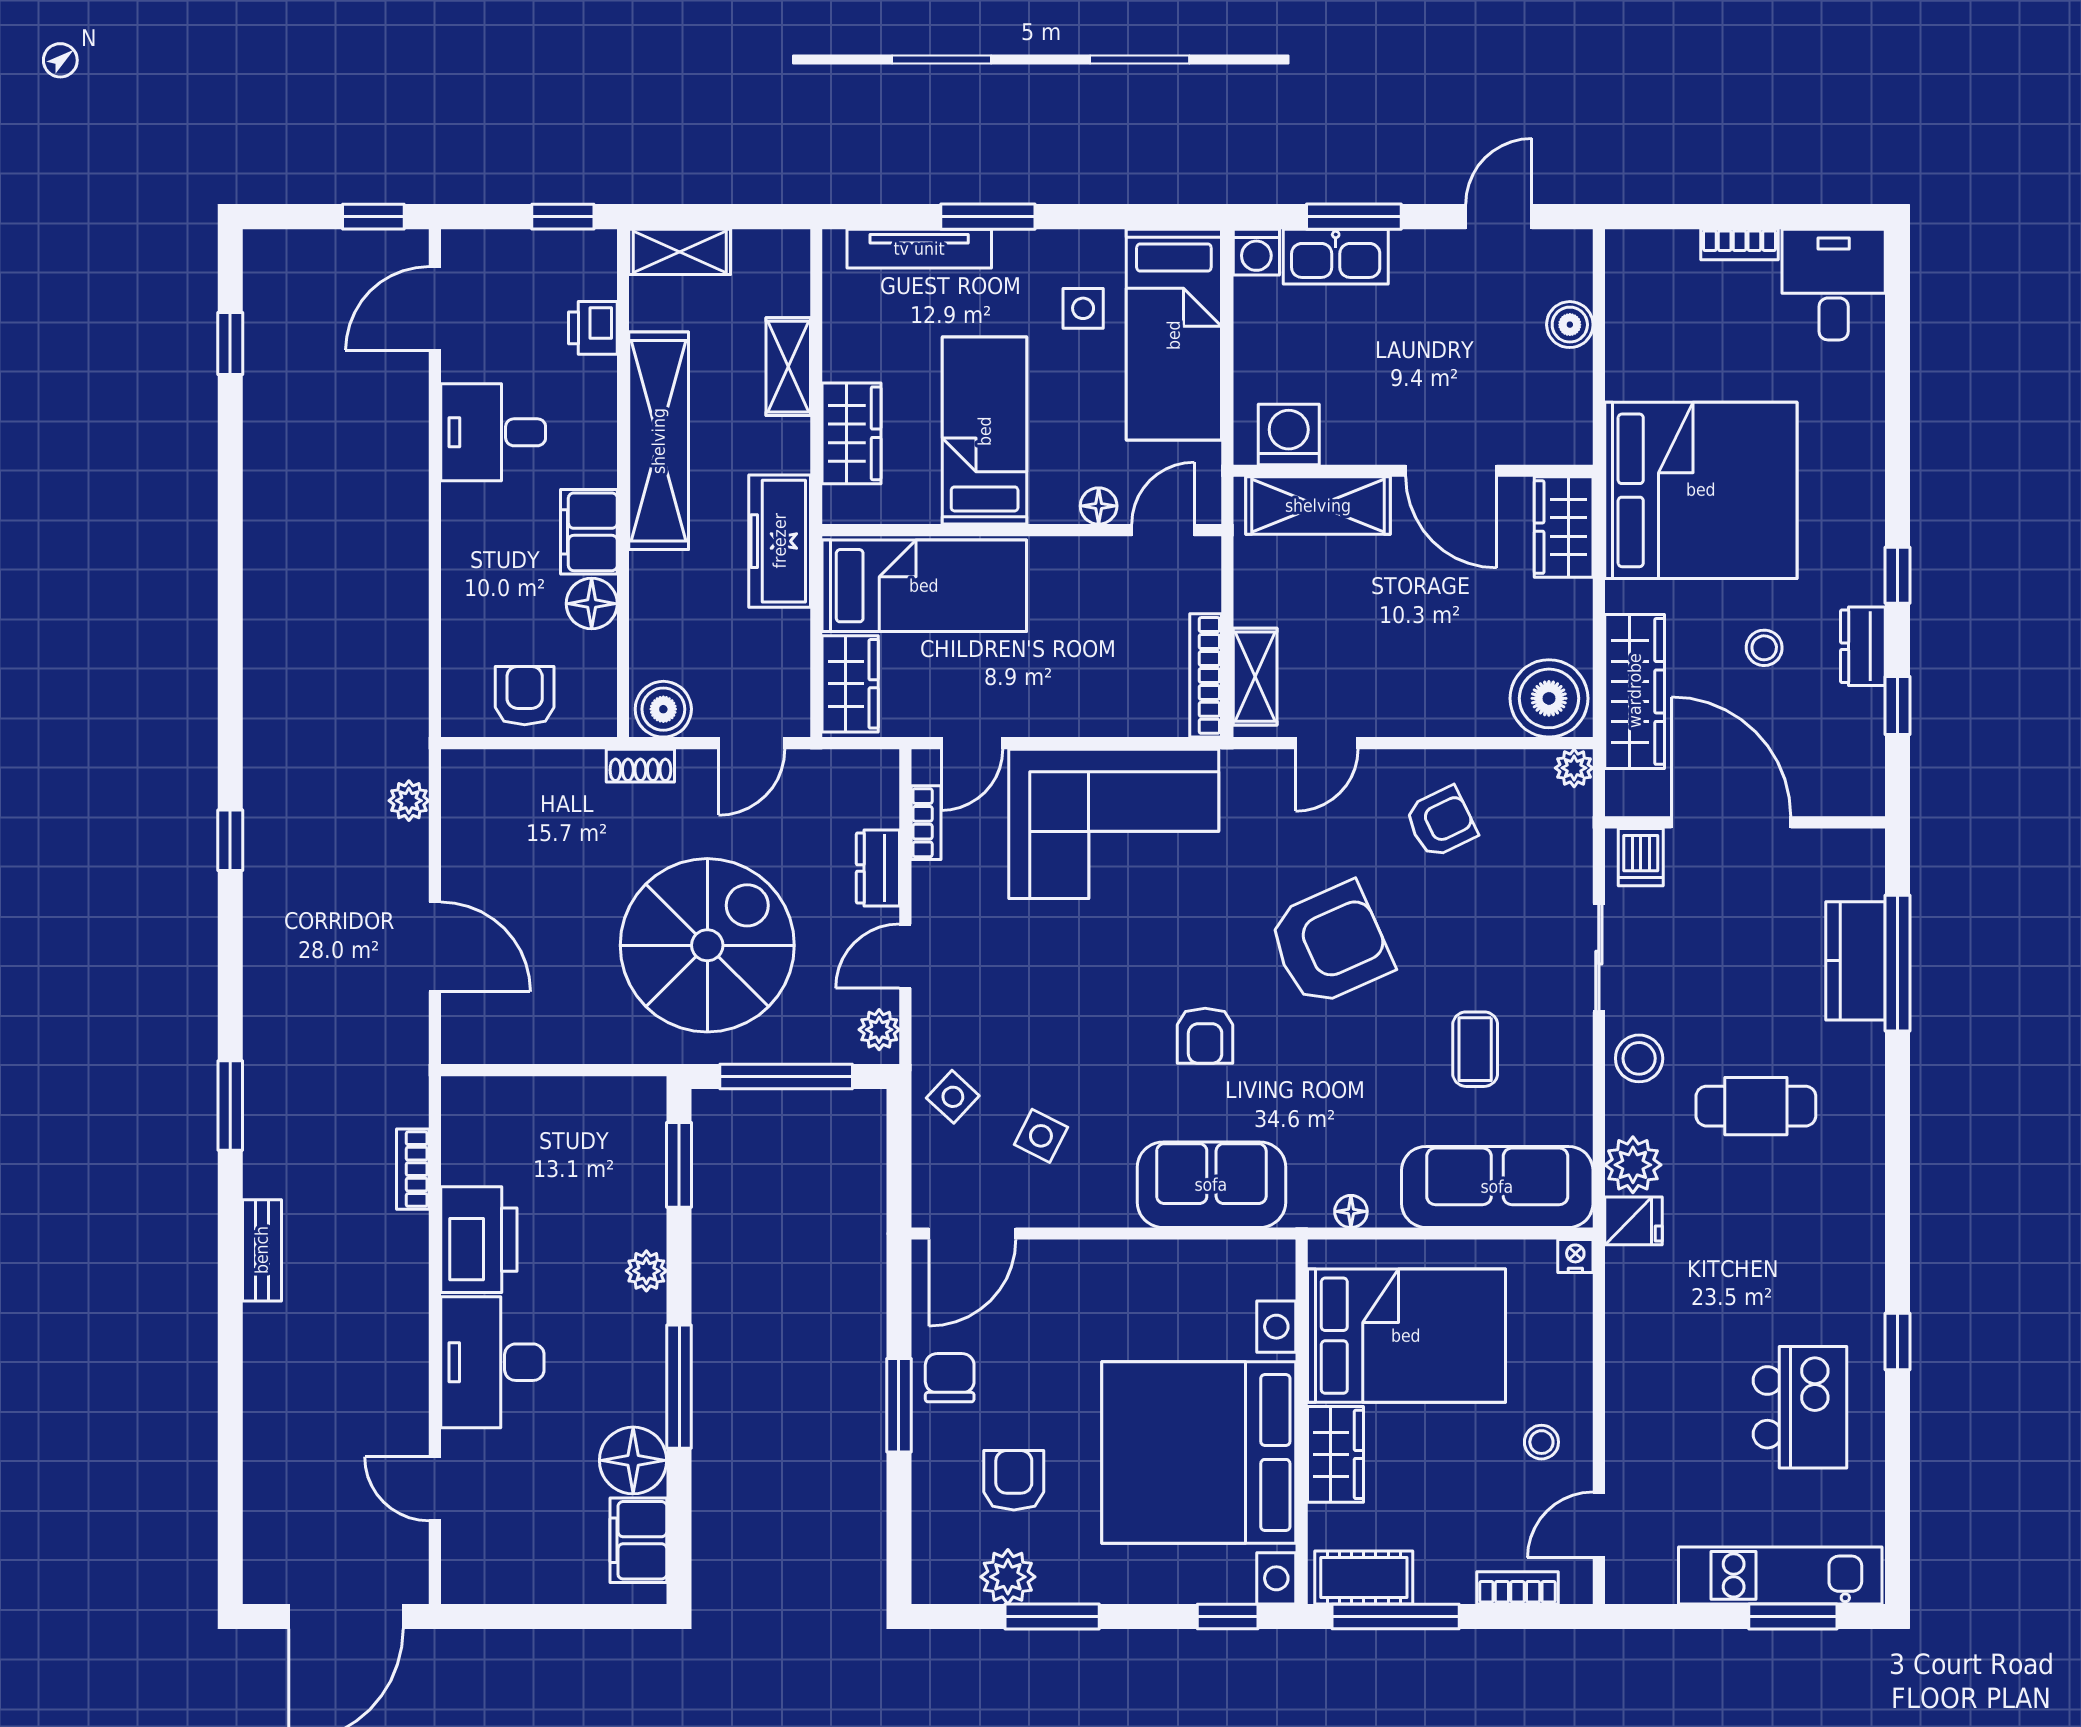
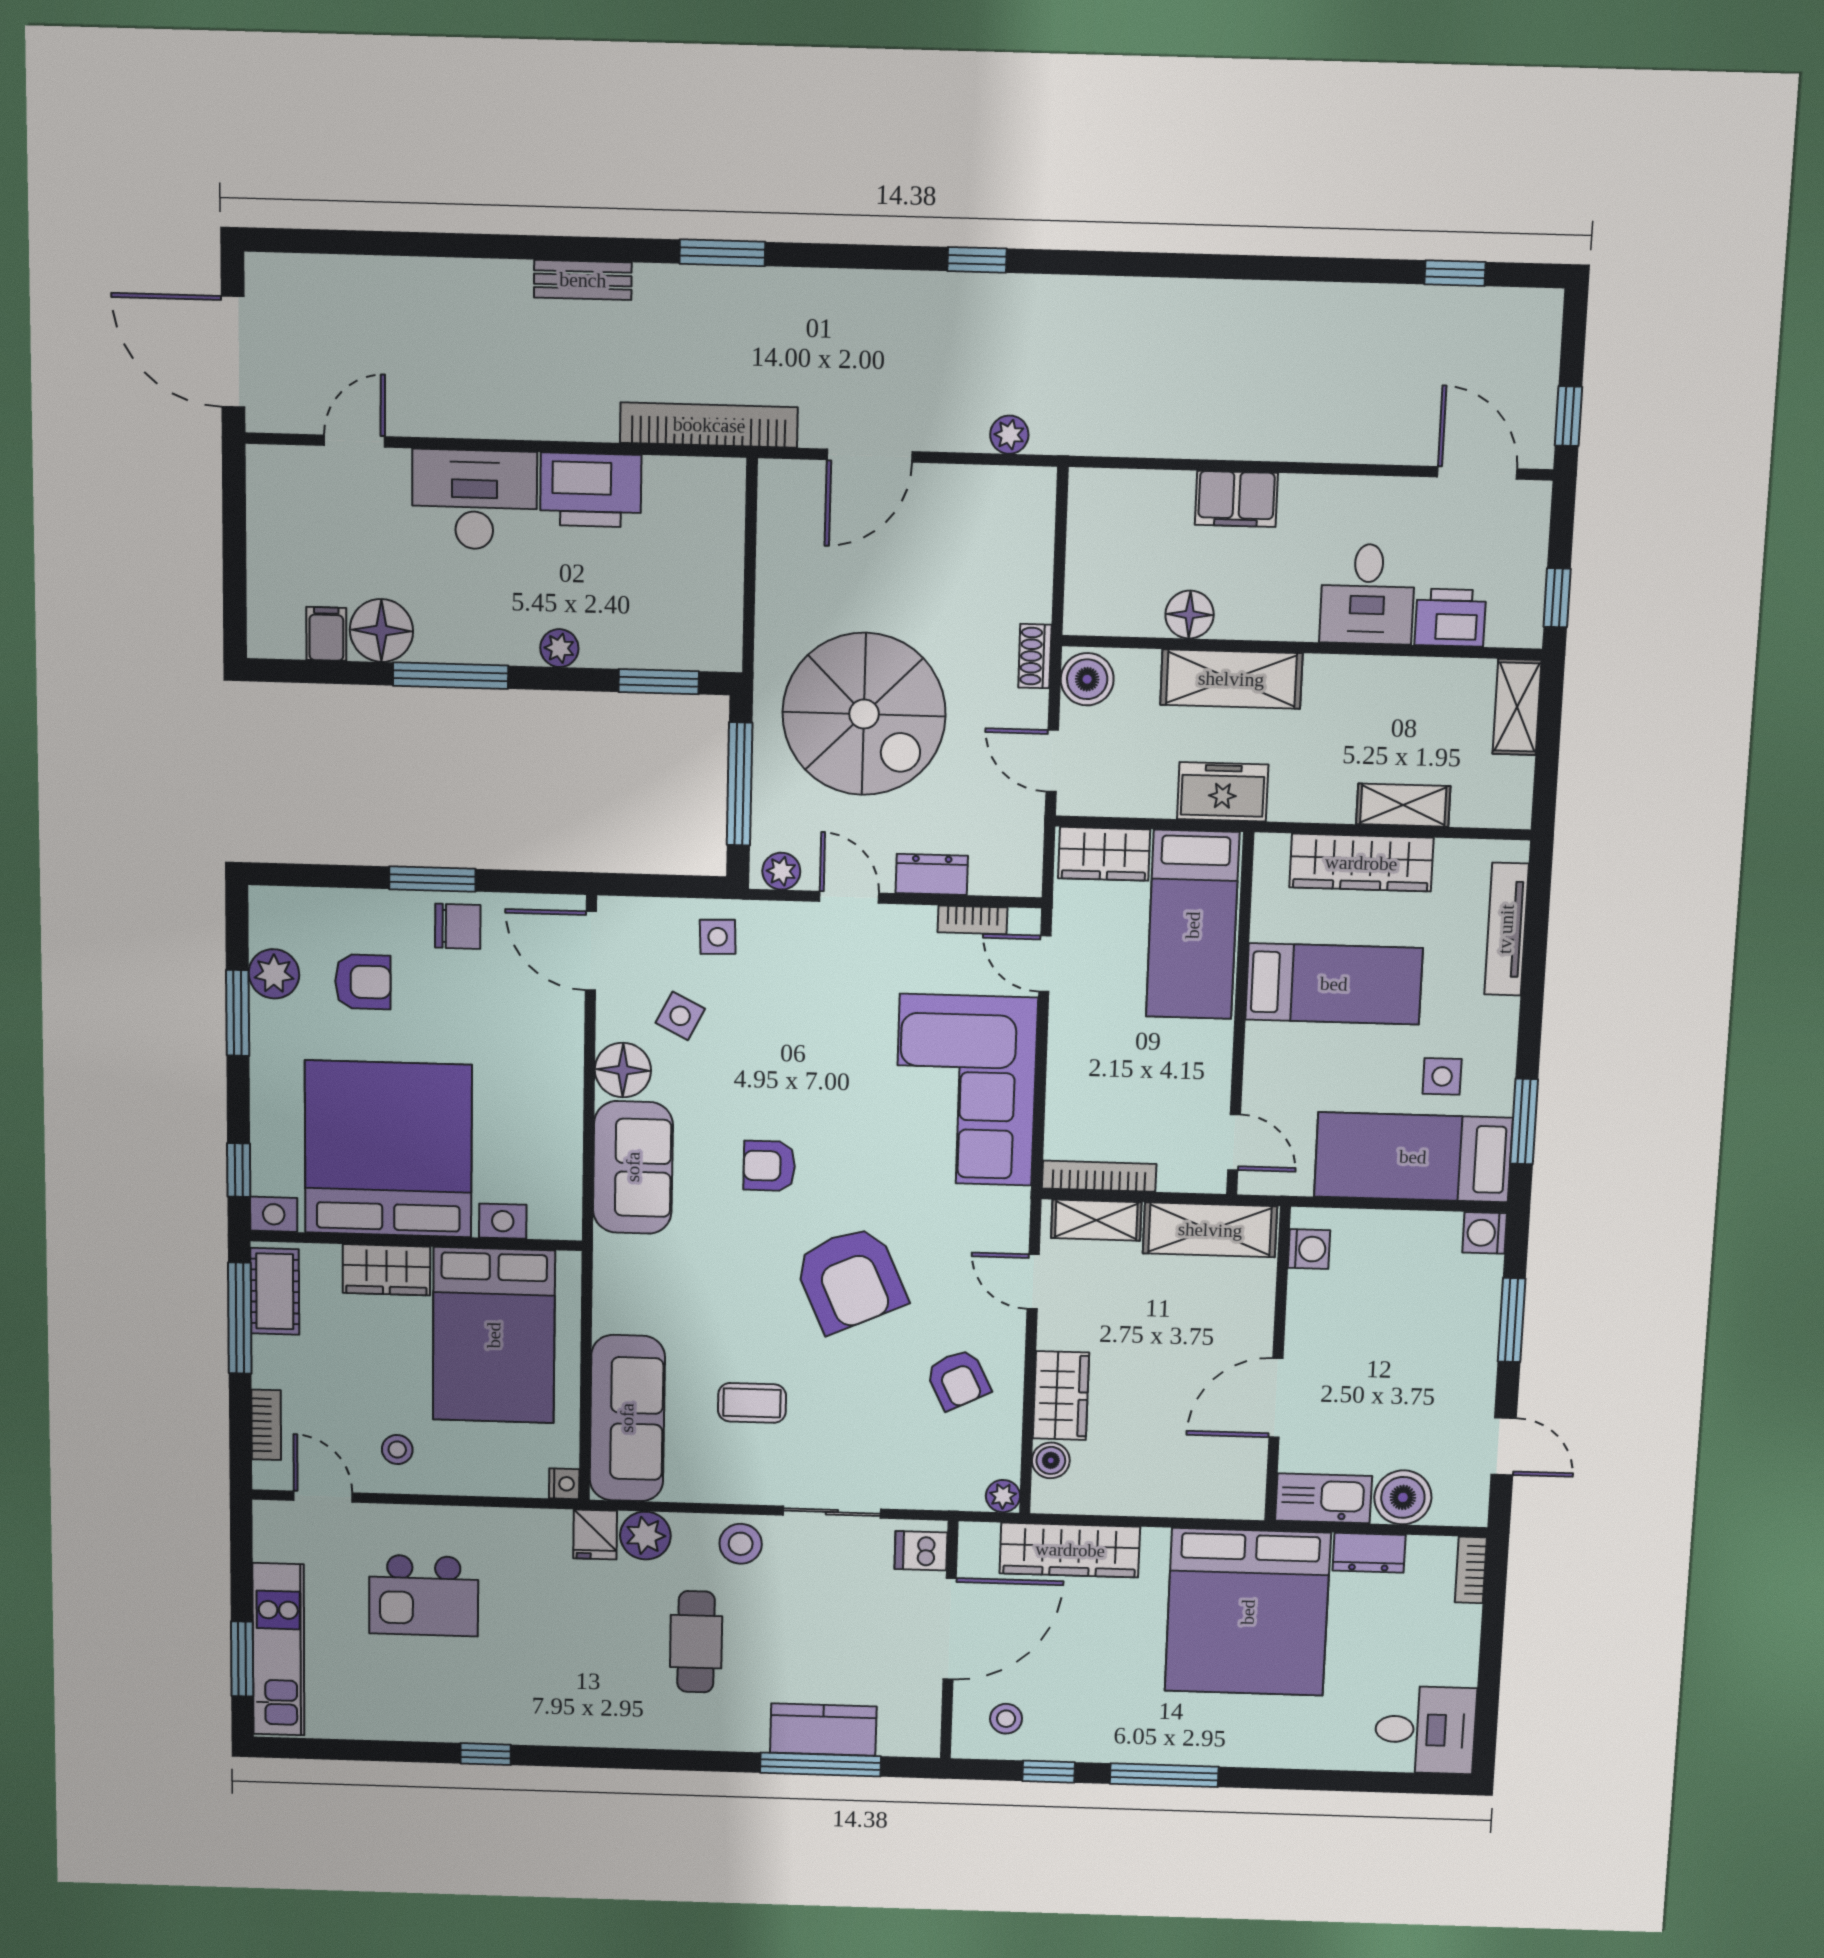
window: (988, 217) -> (1524, 1121), moved
bookcase: (1740, 244) -> (1471, 1570), moved
kitchen sink: (1336, 257) -> (1324, 1498), moved, turned 90
boiler: (1570, 325) -> (1403, 1497), width x1.36, depth x1.36
printer: (593, 328) -> (1450, 618), width x1.36, depth x1.24
desk: (493, 432) -> (1368, 594), moved, turned 180
wardrobe: (851, 433) -> (1361, 863), width x1.50
washing machine: (1289, 434) -> (1309, 1249), width x0.73, depth x0.73
shelving: (659, 441) -> (1231, 679), moved, width x0.68
floor lamp: (1099, 506) -> (1259, 1085), removed
shelving: (1318, 506) -> (1210, 1230), moved, turned 90
wardrobe: (1564, 527) -> (1061, 1395), moved, turned 90
filing cabinet: (589, 532) -> (1236, 499), moved, turned 180
freezer: (780, 541) -> (1223, 792), width x0.71
window: (1898, 575) -> (1164, 1775), width x2.17
dresser: (1863, 646) -> (1369, 1553), moved, turned 180
stool: (1764, 648) -> (1006, 1719), moved
armchair: (525, 696) -> (1105, 548), removed
boiler: (1549, 698) -> (1051, 1460), width x0.54, depth x0.54
side table: (953, 1097) -> (718, 937), turned 45
bookcase: (413, 1169) -> (709, 425), width x2.31, depth x1.31
floor lamp: (1351, 1211) -> (623, 1070), moved, width x1.89, depth x1.89
kitchen island: (1800, 1407) -> (424, 1596), moved
filing cabinet: (638, 1540) -> (326, 634), width x0.50

